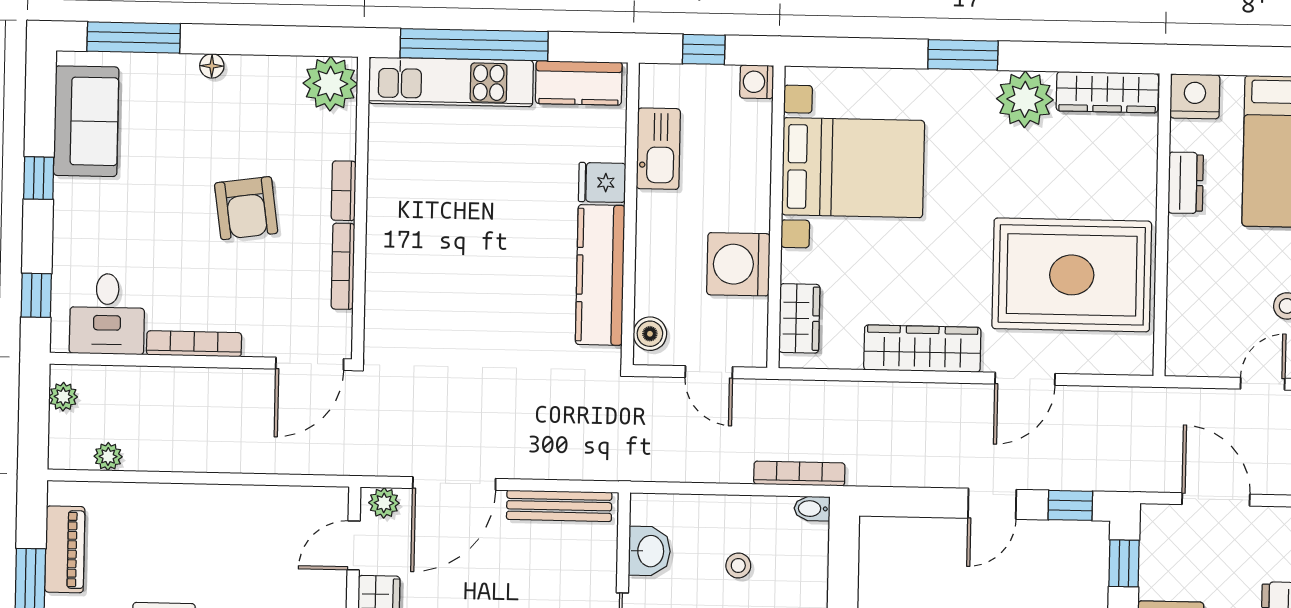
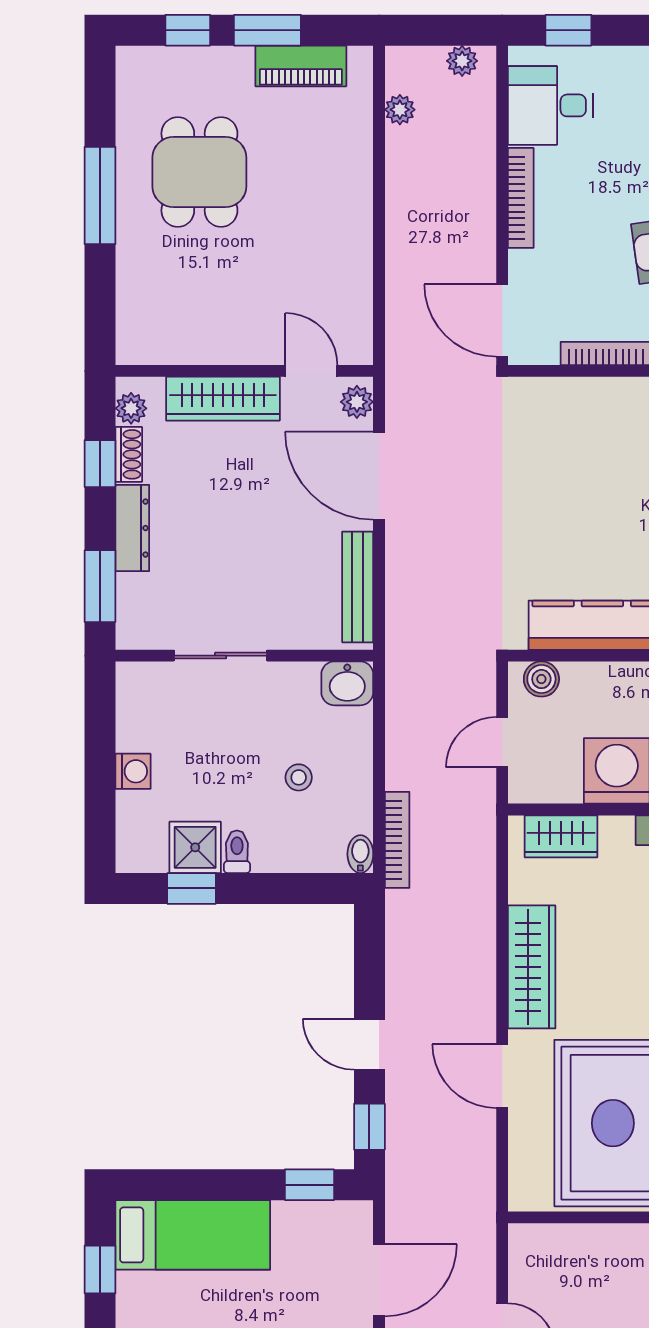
washbasin: (649, 551) -> (347, 683), moved

